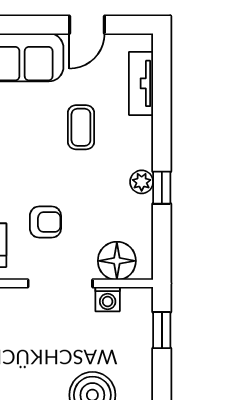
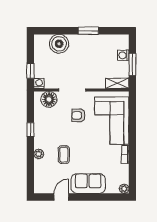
tv unit: (141, 83) -> (39, 173), removed
plant: (142, 182) -> (39, 154), moved
washing machine: (108, 299) -> (39, 84), moved

